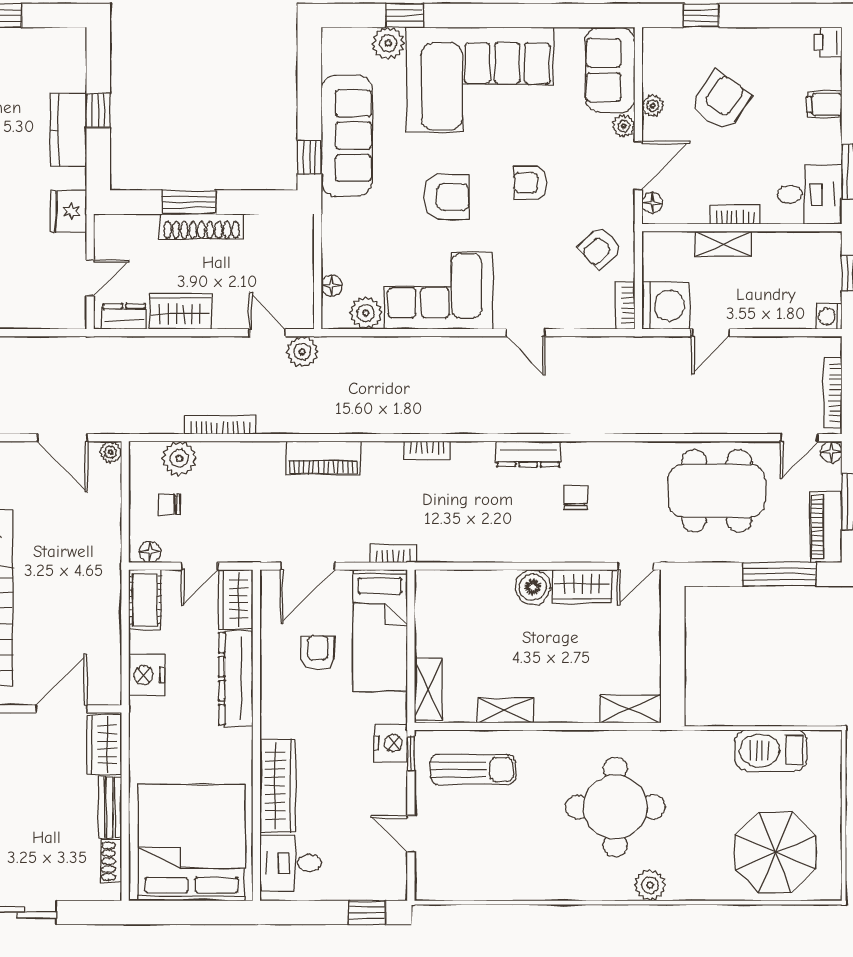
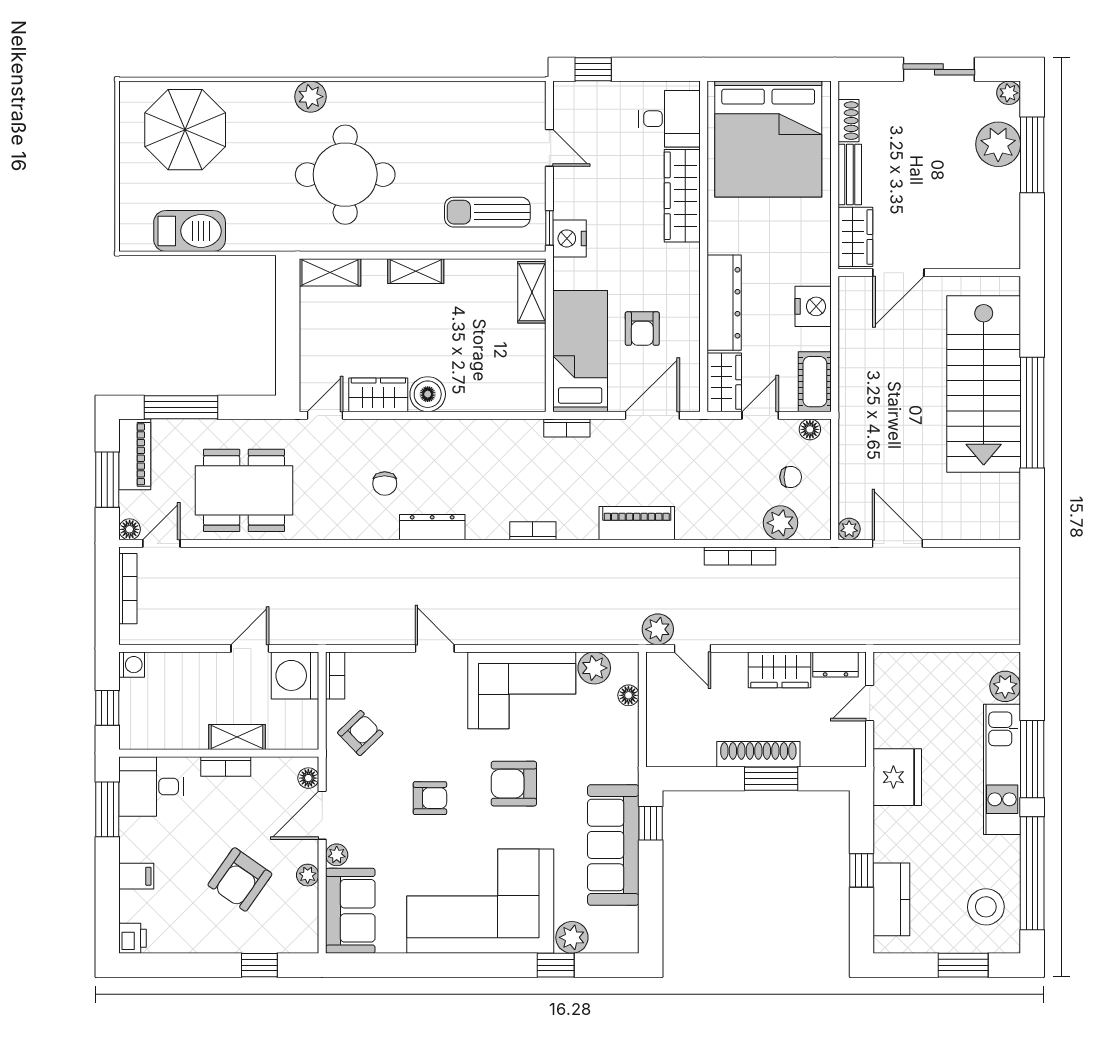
kitchen counter: (68, 130) -> (891, 899), moved
fridge: (69, 211) -> (897, 777), width x1.36, depth x1.34
shelving: (505, 710) -> (416, 271), moved

